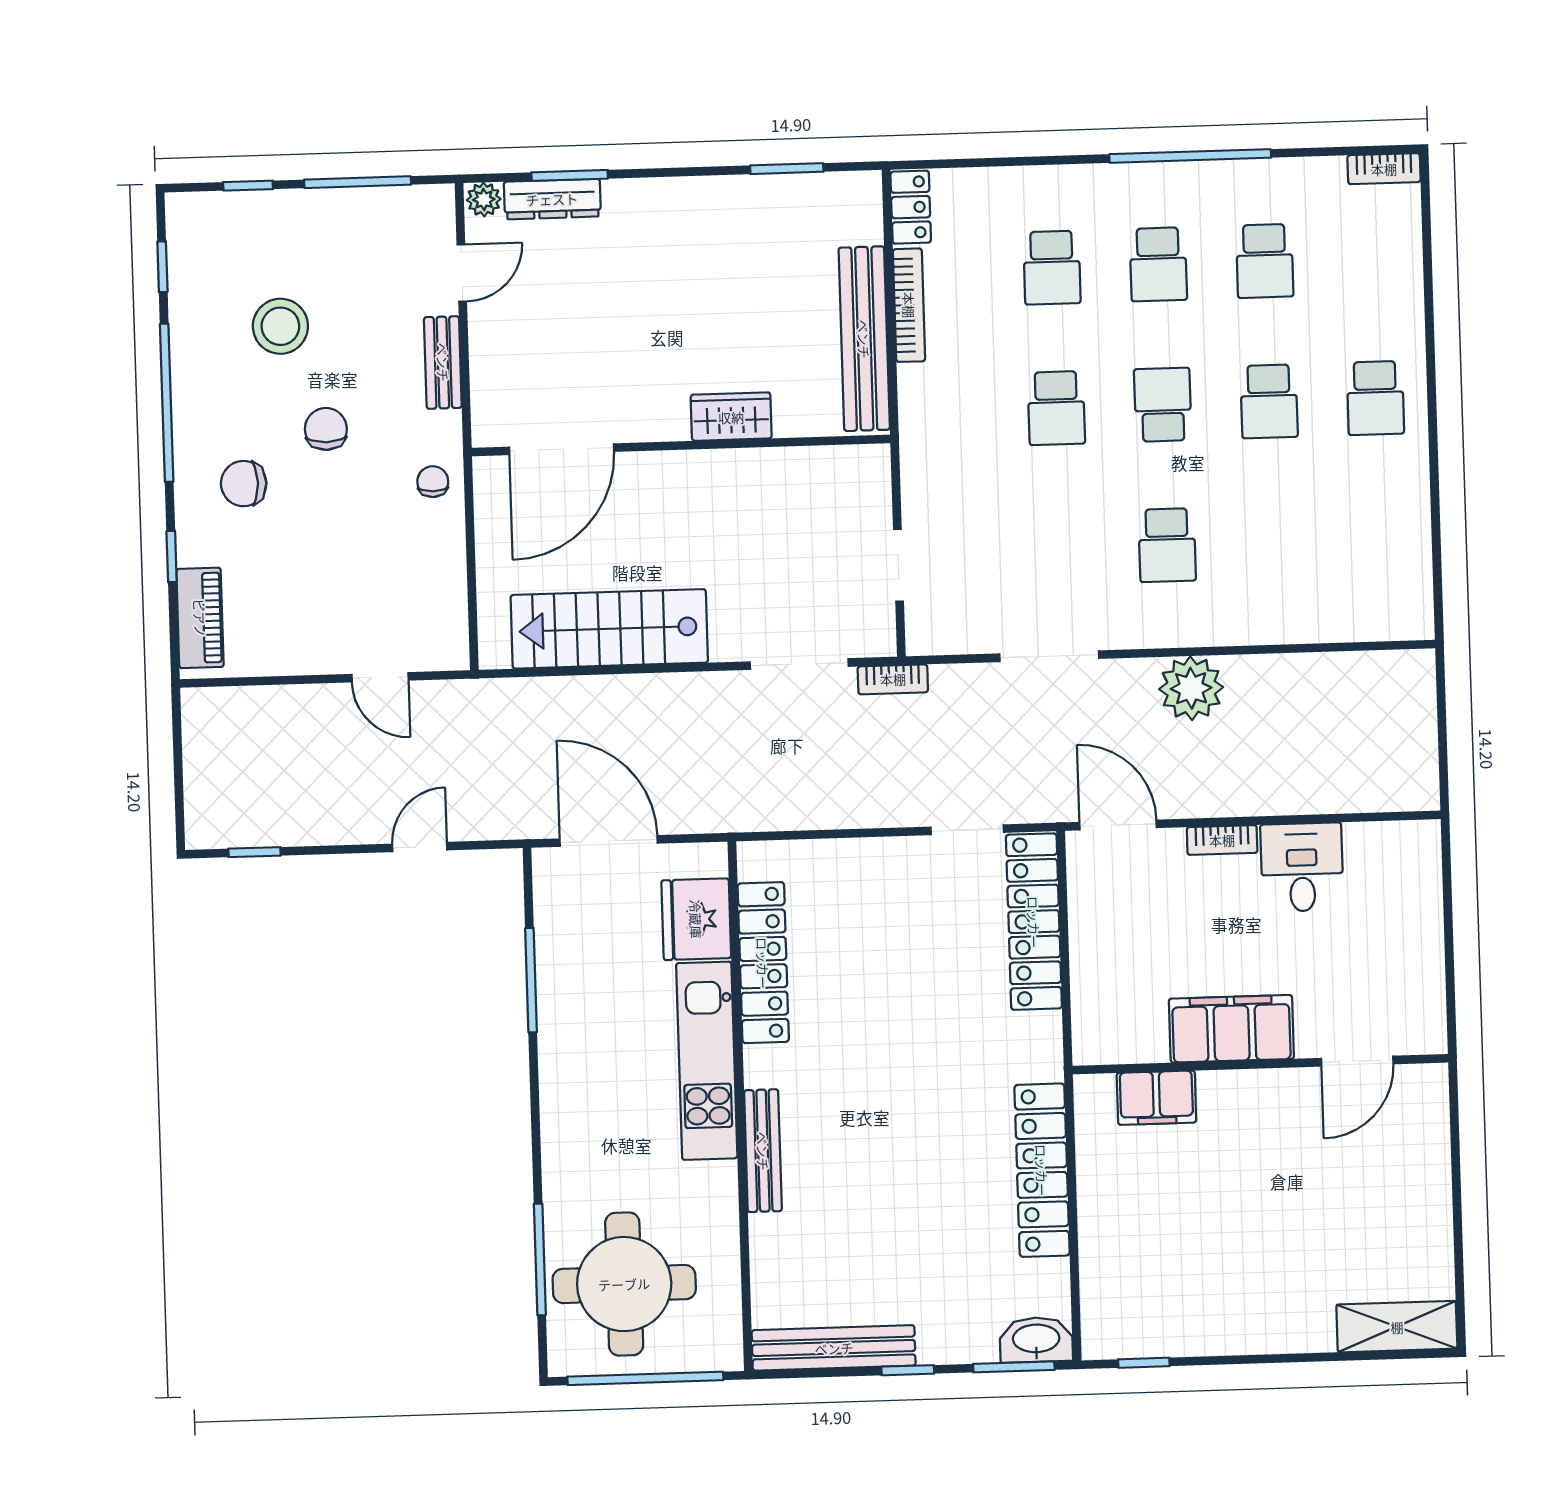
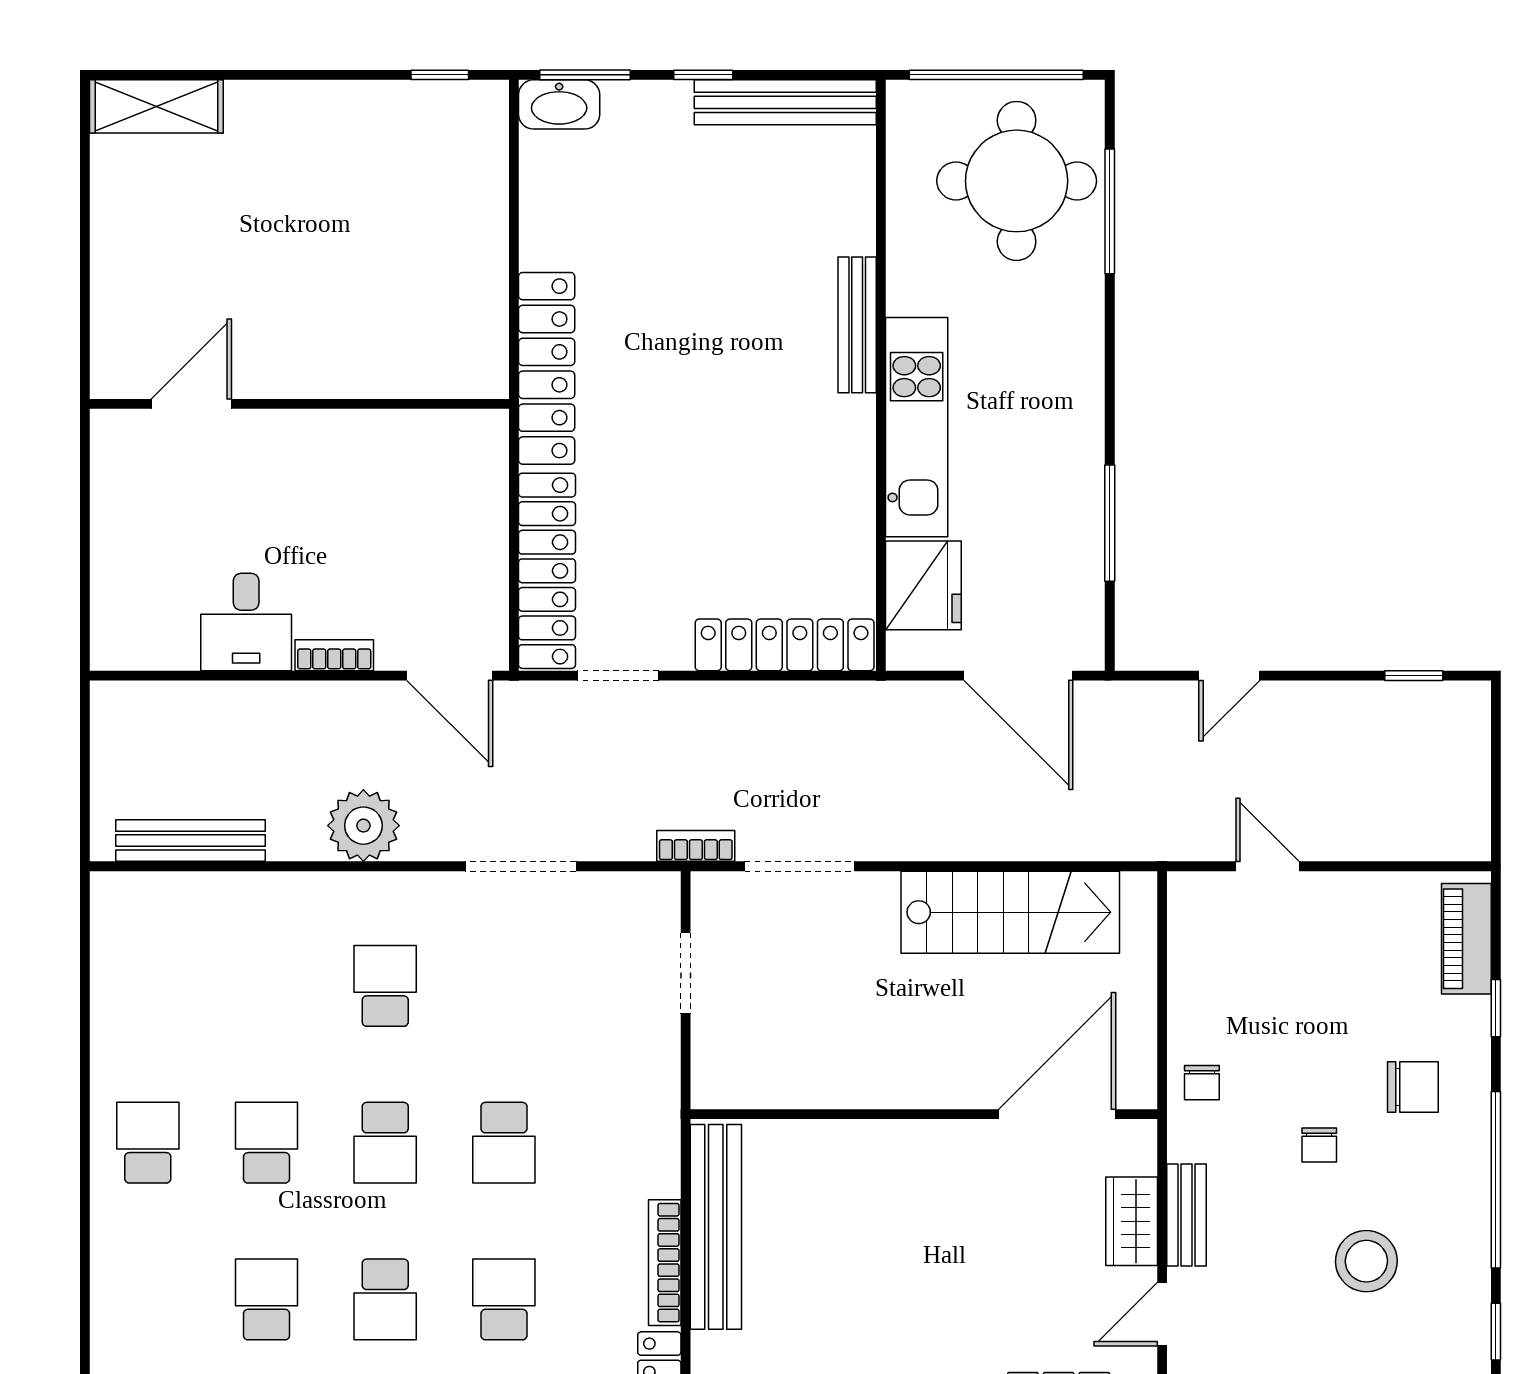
school desk: (1158, 264) -> (385, 1299), turned 180
school desk: (1056, 408) -> (504, 1143), turned 180
wardrobe: (731, 417) -> (1132, 1221), moved, turned 90
chair: (326, 429) -> (1319, 1145), width x0.73, depth x0.73
bench: (1346, 670) -> (191, 841), added
locker: (763, 963) -> (785, 645), moved, turned 90
filing cabinet: (1231, 1029) -> (330, 444), removed
filing cabinet: (1156, 1098) -> (416, 370), removed
locker: (1042, 1170) -> (547, 368), moved

